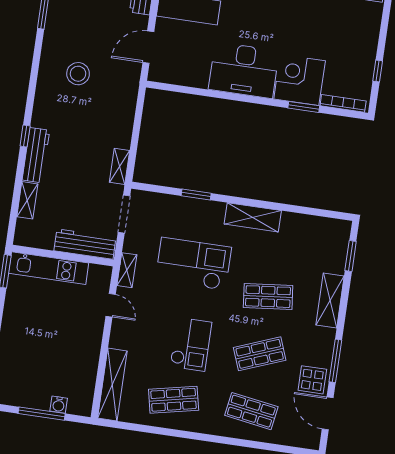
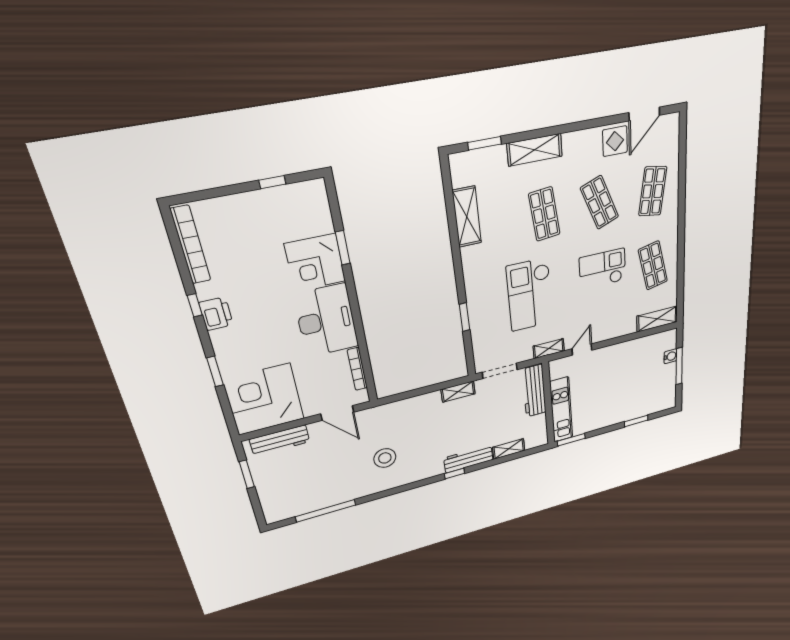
bookcase: (343, 103) -> (357, 369), moved
shelving: (253, 217) -> (467, 217), moved
window: (335, 361) -> (593, 123), removed
shelving: (112, 384) -> (657, 319), width x0.68

